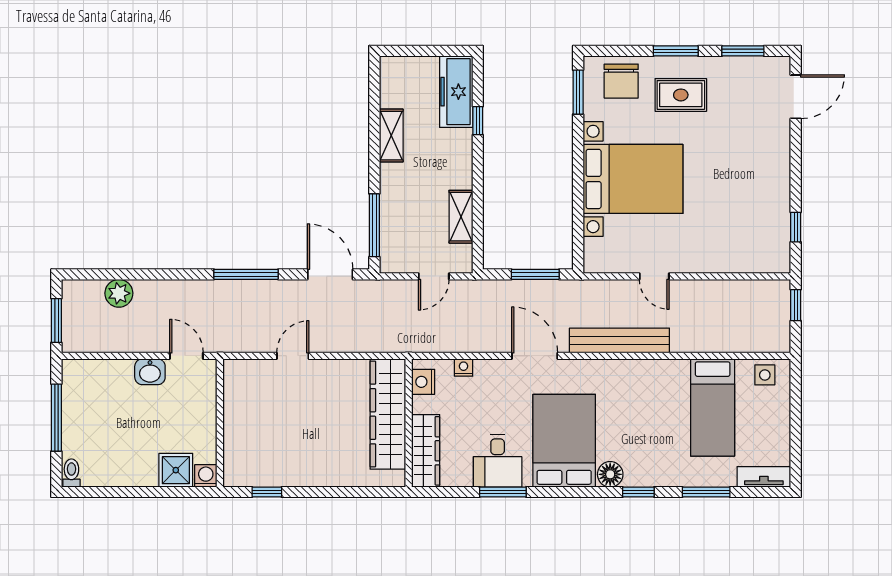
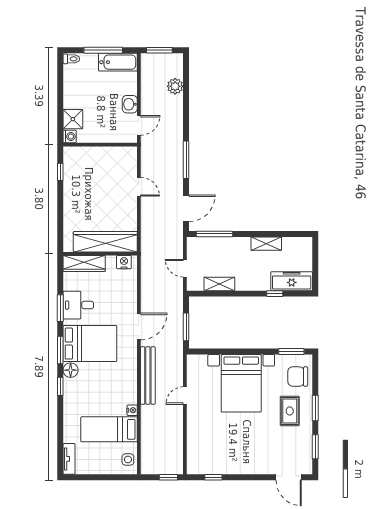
nightstand: (464, 368) -> (132, 410), moved
bathtub: (77, 392) -> (118, 62), added
window: (706, 492) -> (60, 350), moved

